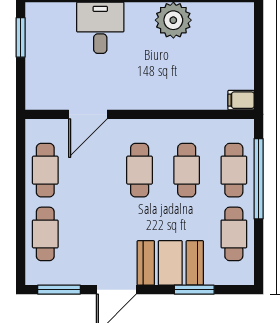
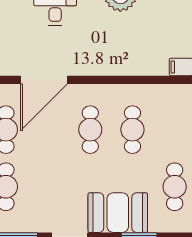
door: (88, 114) -> (44, 80), width x1.36
cafe table: (234, 170) -> (175, 130), removed

